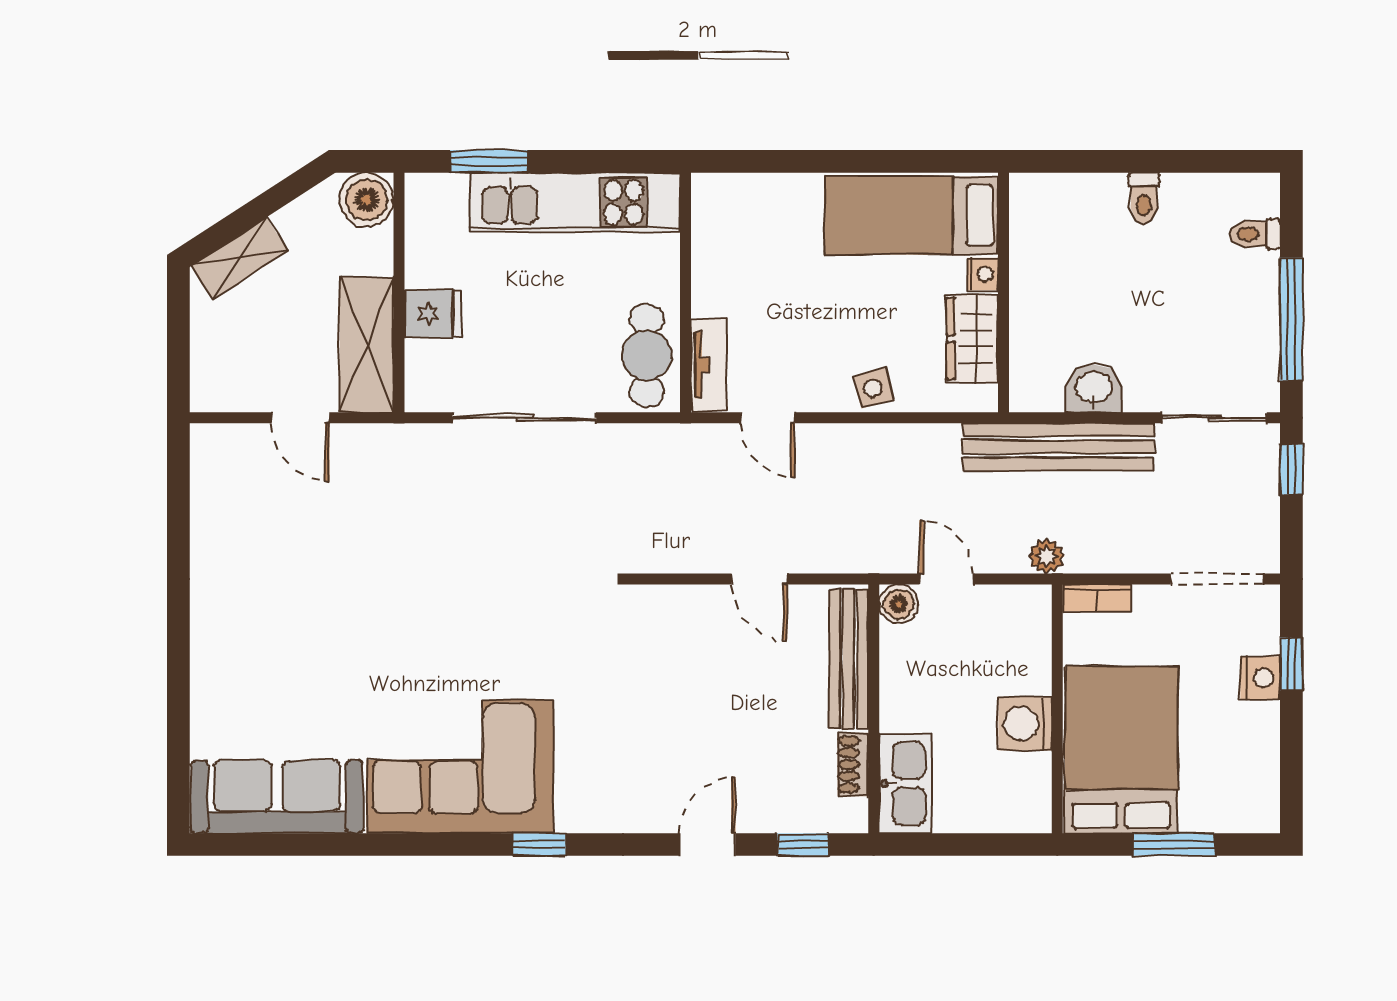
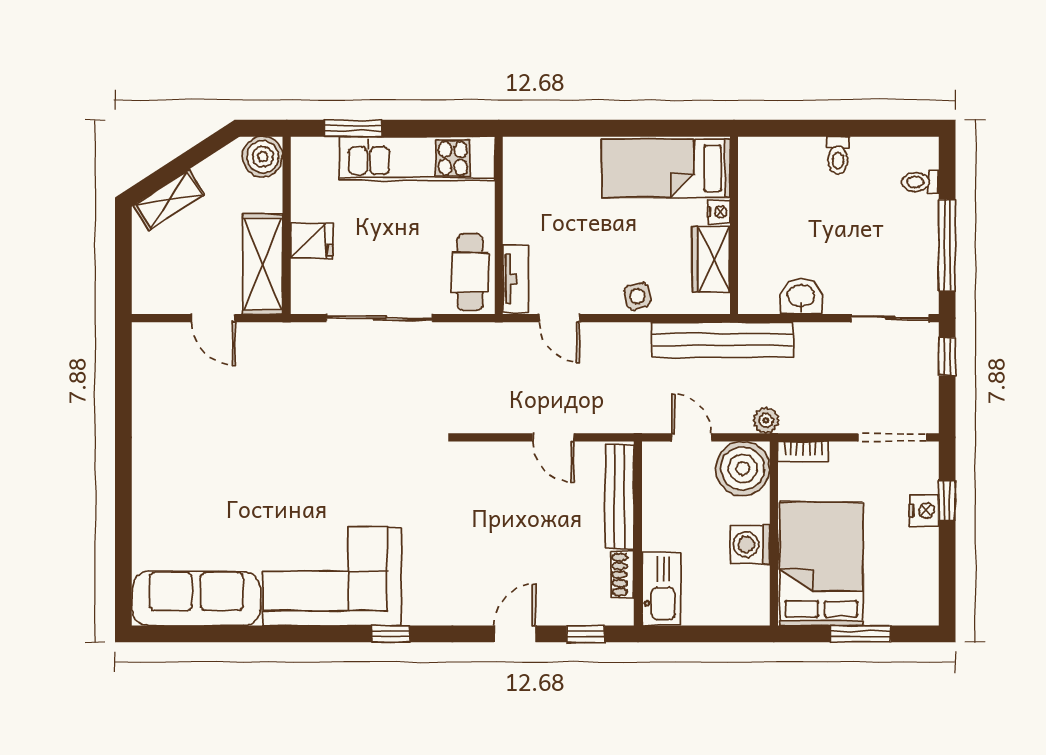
bench: (1058, 447) -> (722, 340), moved
boiler: (899, 604) -> (743, 468), moved, width x1.86, depth x1.86

